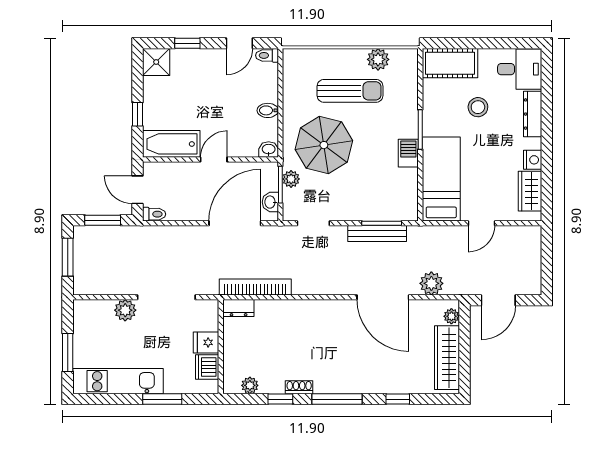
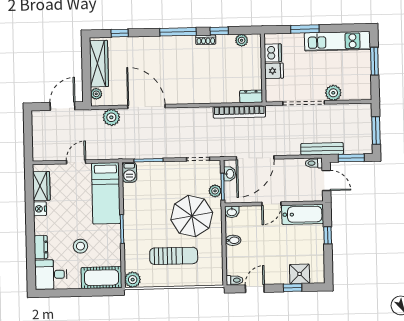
plant: (378, 59) -> (133, 280), moved
shower: (156, 62) -> (300, 274), moved
sun lounger: (350, 91) -> (174, 256), turned 180
dresser: (533, 114) -> (41, 247), width x0.70
barbecue: (408, 153) -> (129, 172), moved
bench: (377, 233) -> (322, 149), moved
window: (398, 399) -> (120, 33), moved

